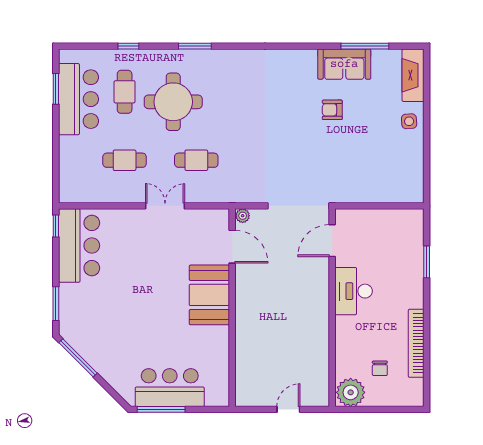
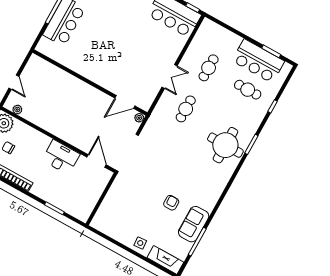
round table: (173, 102) -> (225, 145), moved
booth: (209, 295) -> (105, 73), removed
plant: (322, 385) -> (17, 110), added

